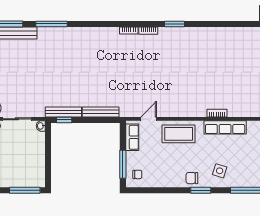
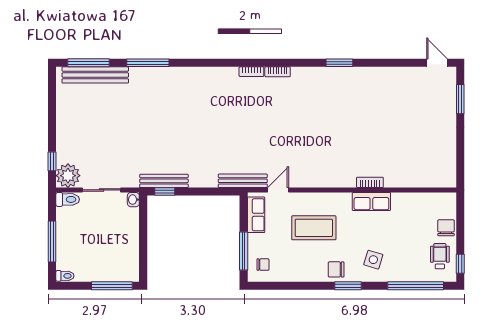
window: (174, 24) -> (339, 63), moved
bench: (101, 112) -> (243, 181), moved
row of seats: (225, 127) -> (371, 201), width x0.68
coffee table: (179, 134) -> (314, 228), moved

